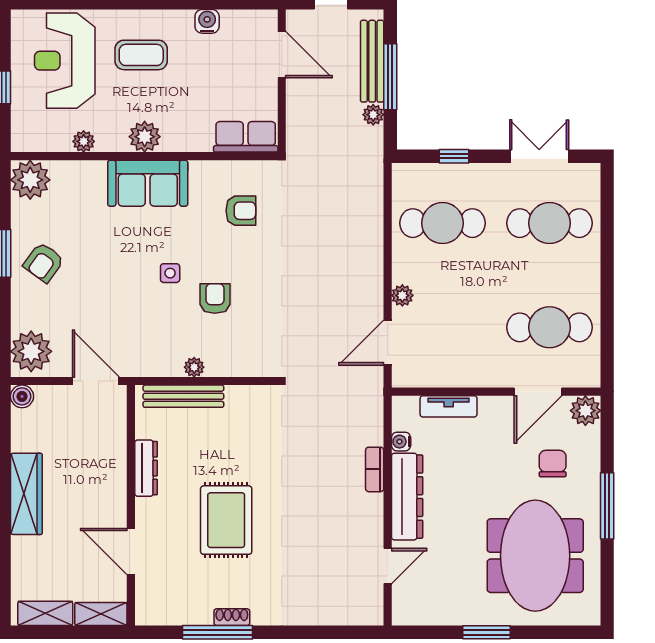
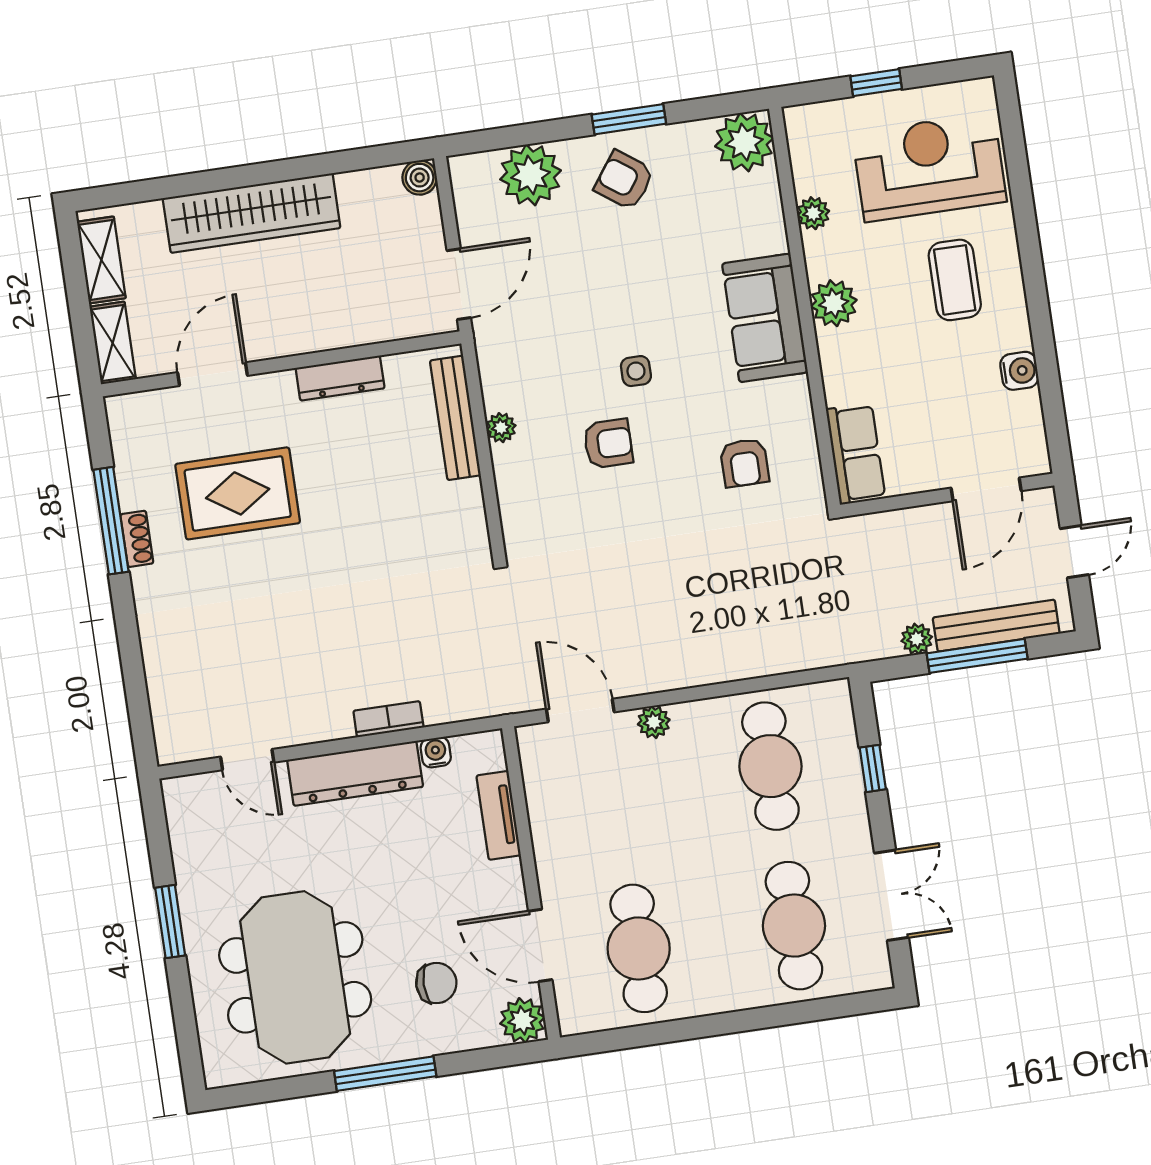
plant: (31, 351) -> (531, 175), moved
wardrobe: (26, 494) -> (252, 213), width x1.40, depth x1.17
rug: (226, 520) -> (238, 493), moved
meeting table: (535, 556) -> (295, 977), turned 90

